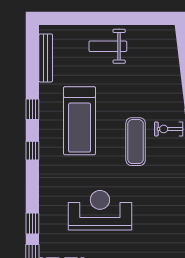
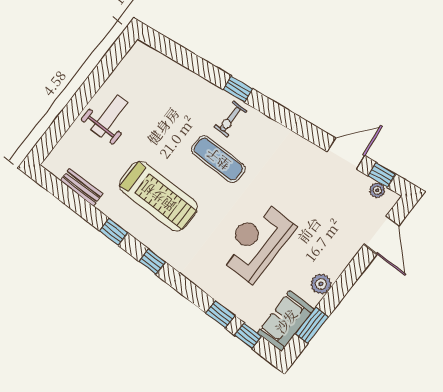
weight bench: (108, 46) -> (109, 116), turned 180
bench: (46, 58) -> (81, 187), width x0.73

